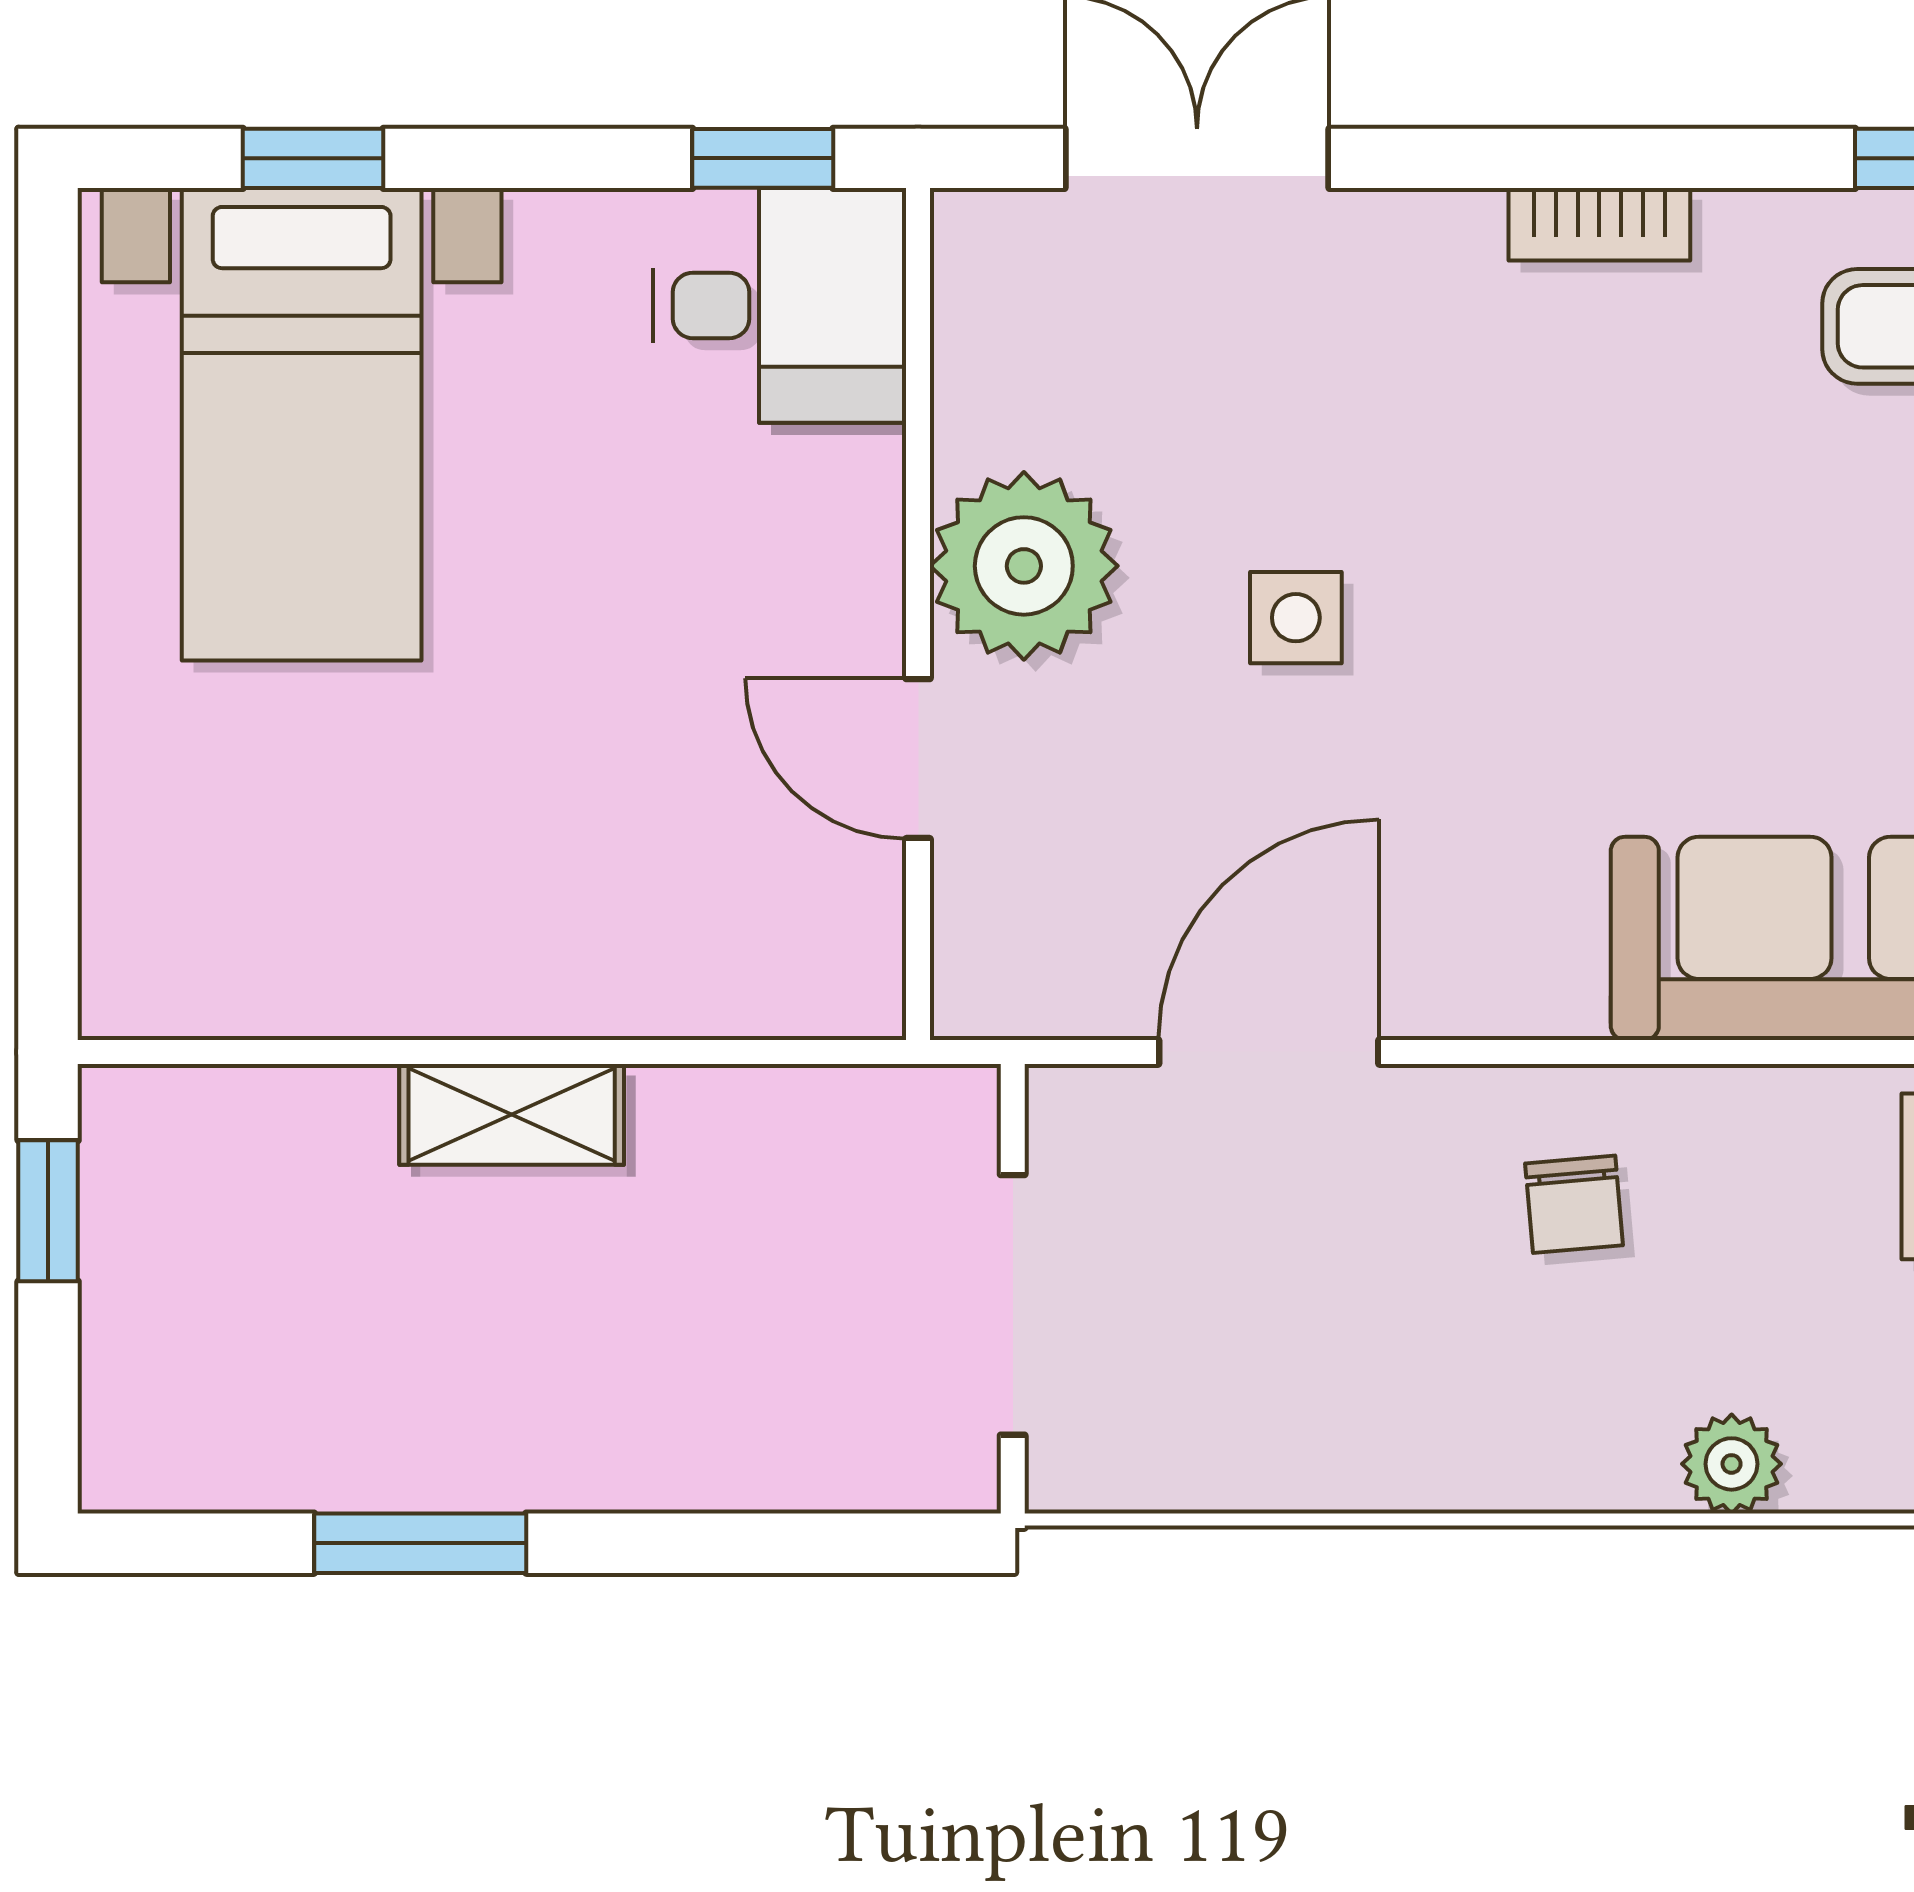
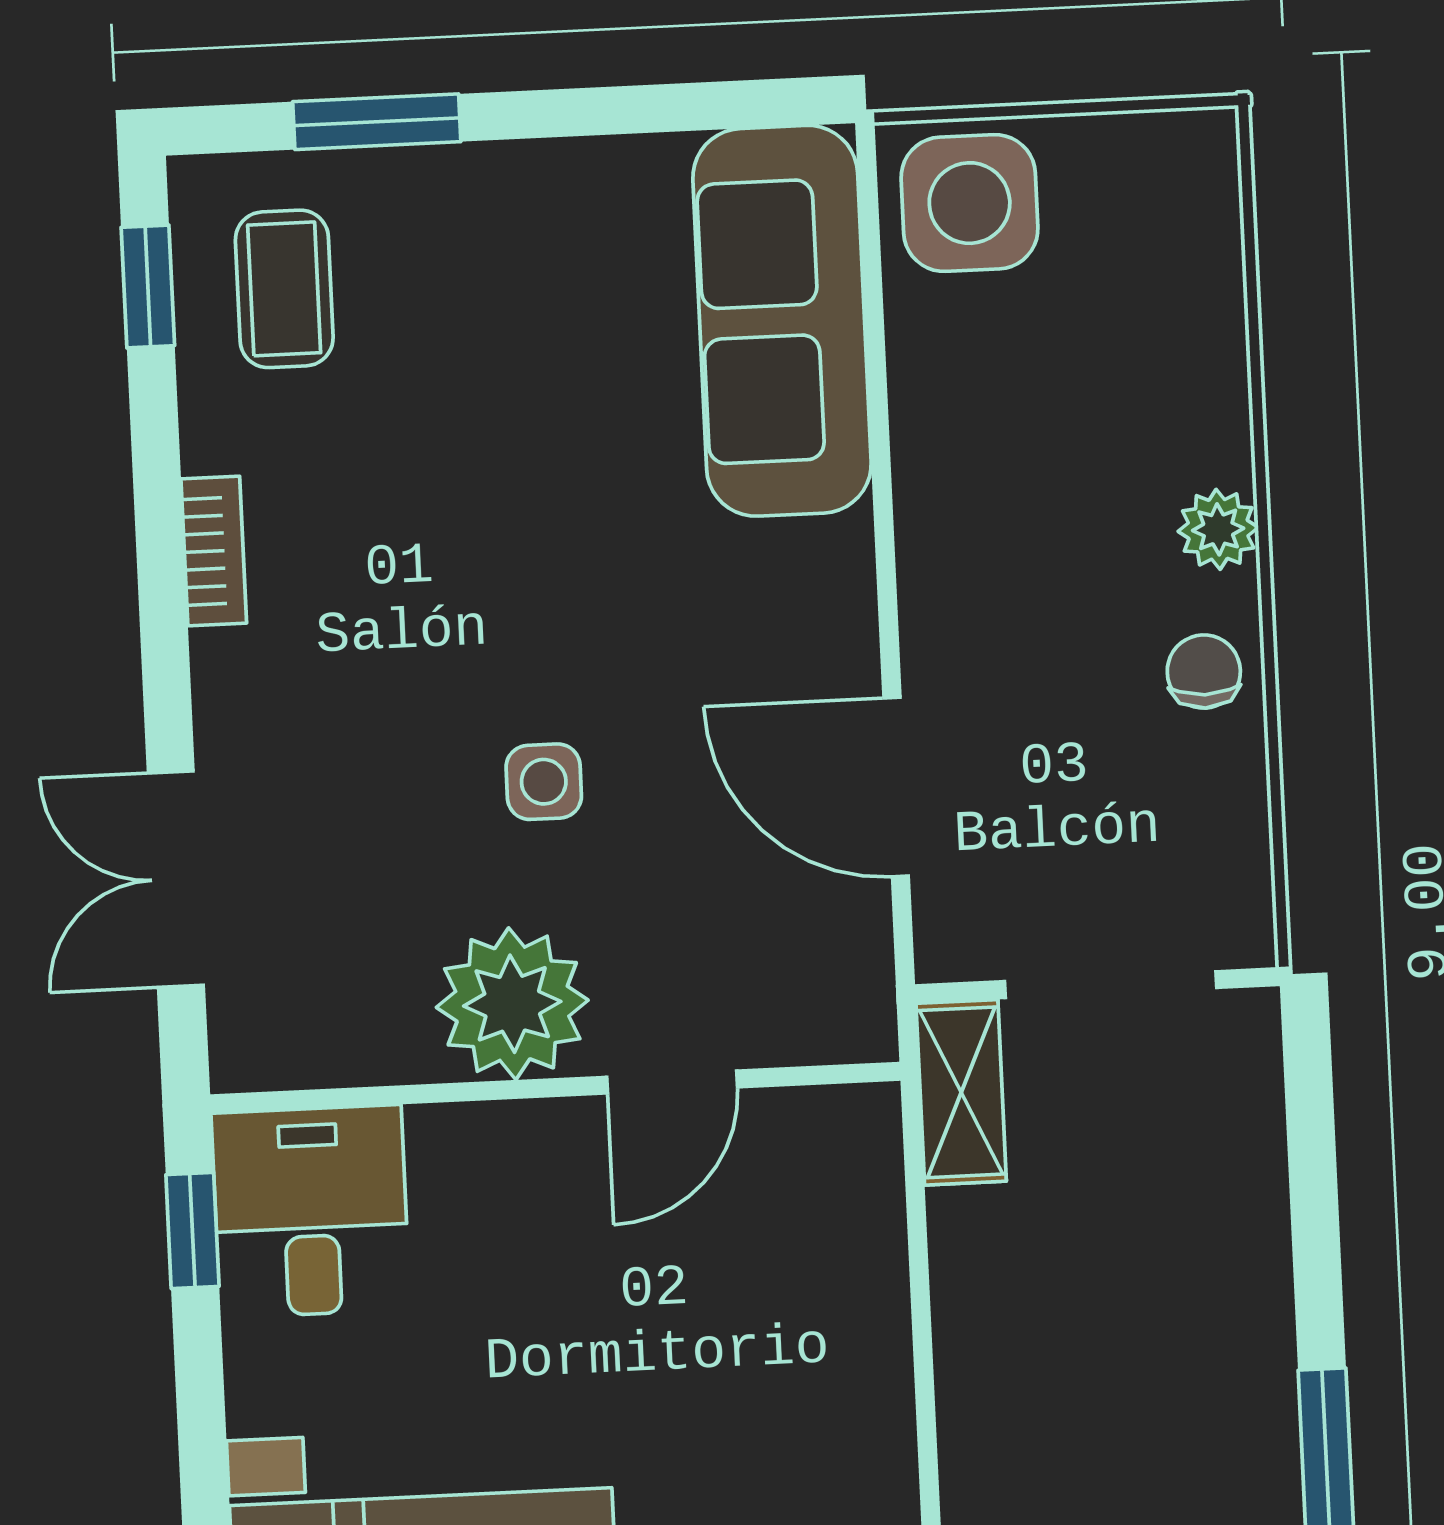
shelving: (512, 1114) -> (961, 1092), moved
chair: (1574, 1204) -> (1204, 672), moved, turned -85
plant: (1732, 1464) -> (1218, 529), moved

